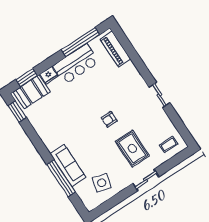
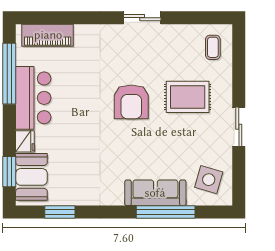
window: (17, 111) -> (60, 212), moved
armchair: (109, 119) -> (131, 102), width x1.88, depth x1.88
sliding door: (146, 180) -> (239, 127), moved
side table: (102, 183) -> (209, 180), moved

